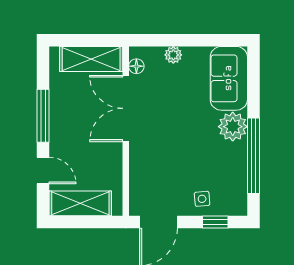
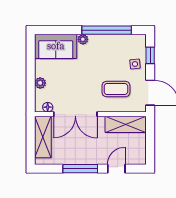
plant: (233, 127) -> (83, 39), width x0.53, depth x0.53
coffee table: (164, 170) -> (116, 89), added
shelving: (80, 203) -> (126, 124), moved, turned 90

